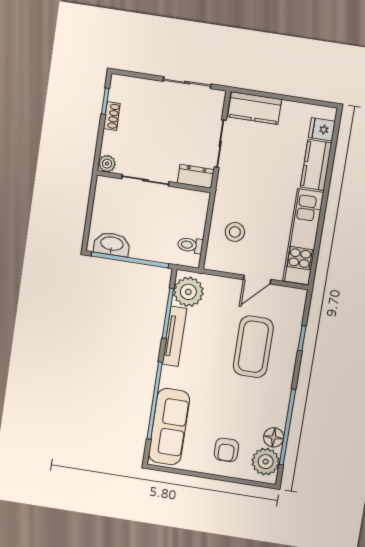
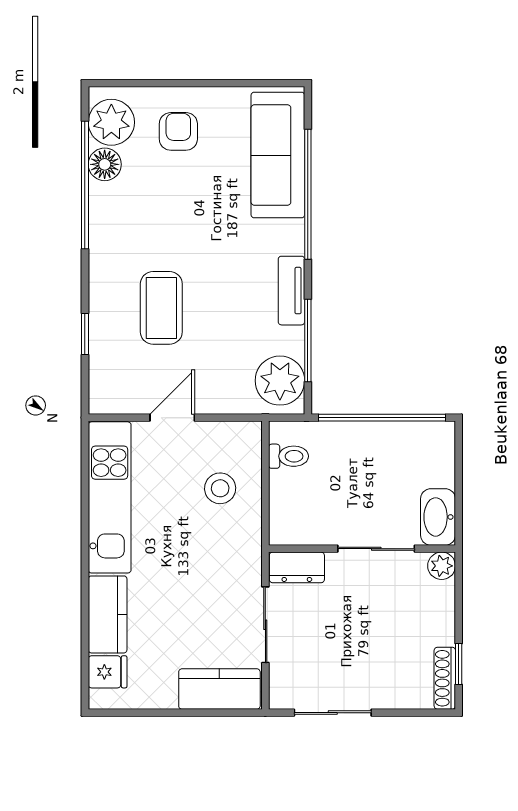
shoe rack: (112, 116) -> (445, 678), moved, width x1.43
washbasin: (112, 244) -> (438, 517), moved, turned 90
tv unit: (174, 336) -> (291, 291), width x0.71
coffee table: (253, 347) -> (161, 308), width x0.73, depth x0.76

